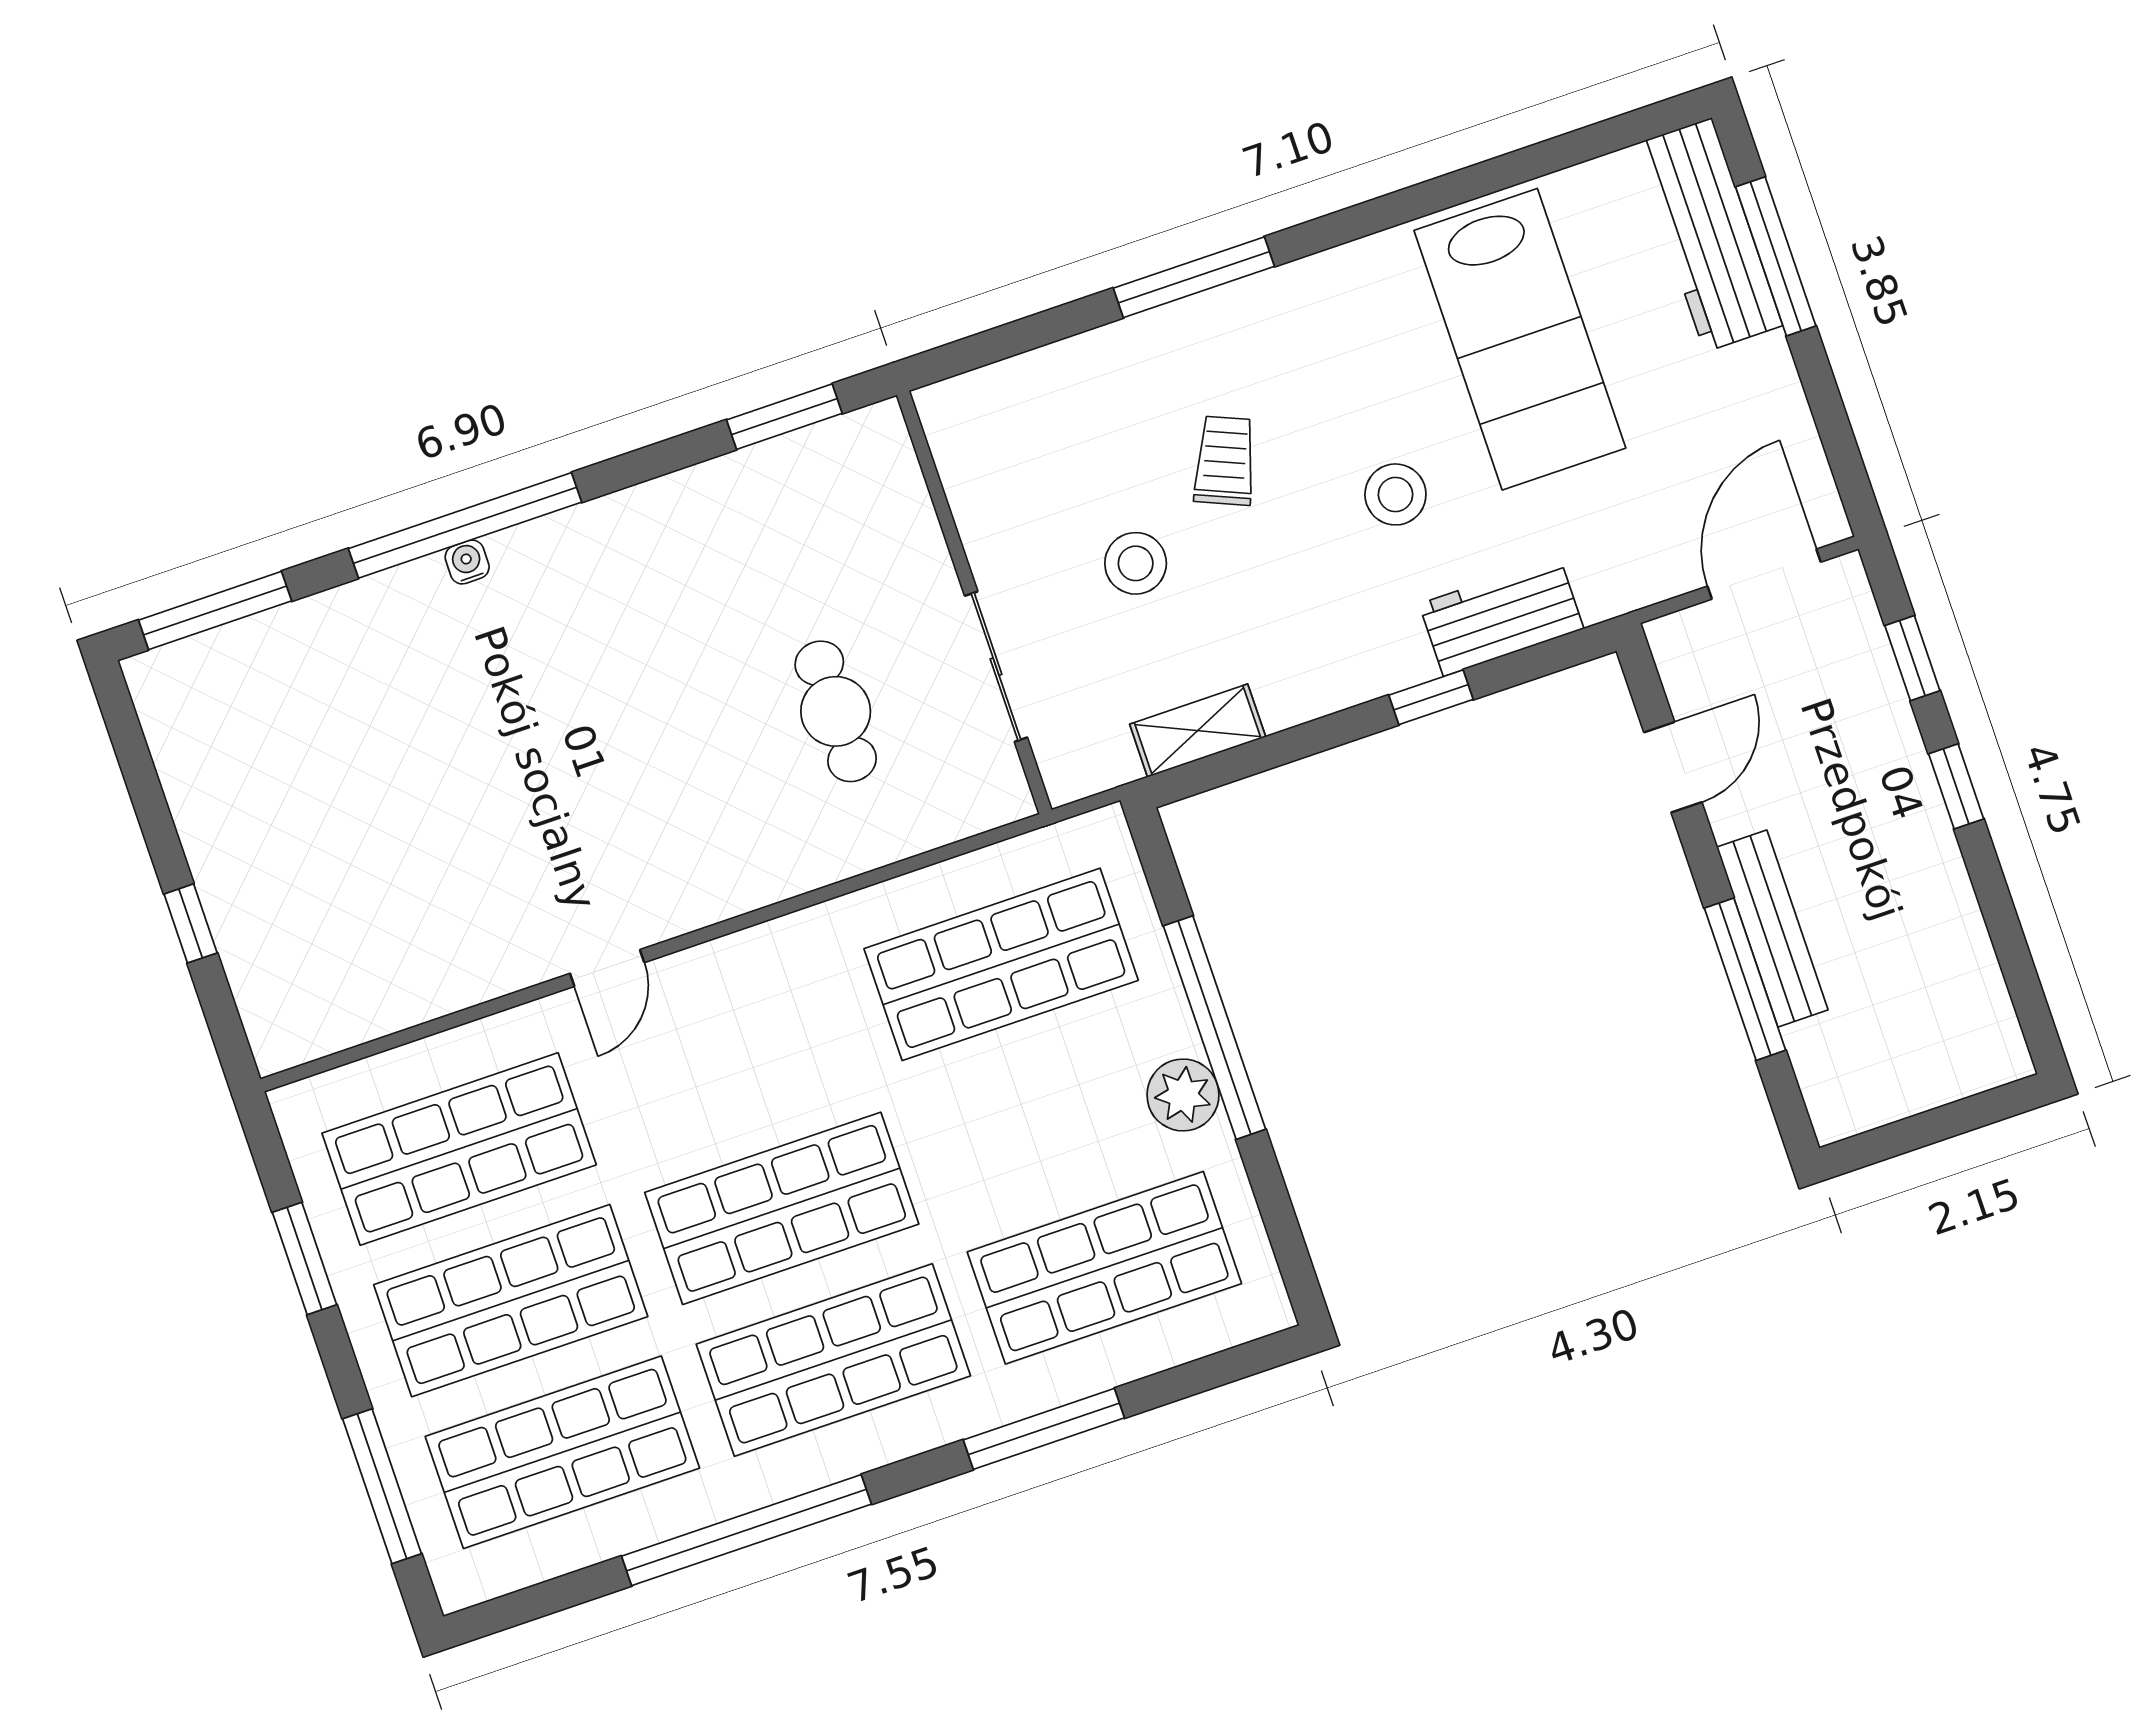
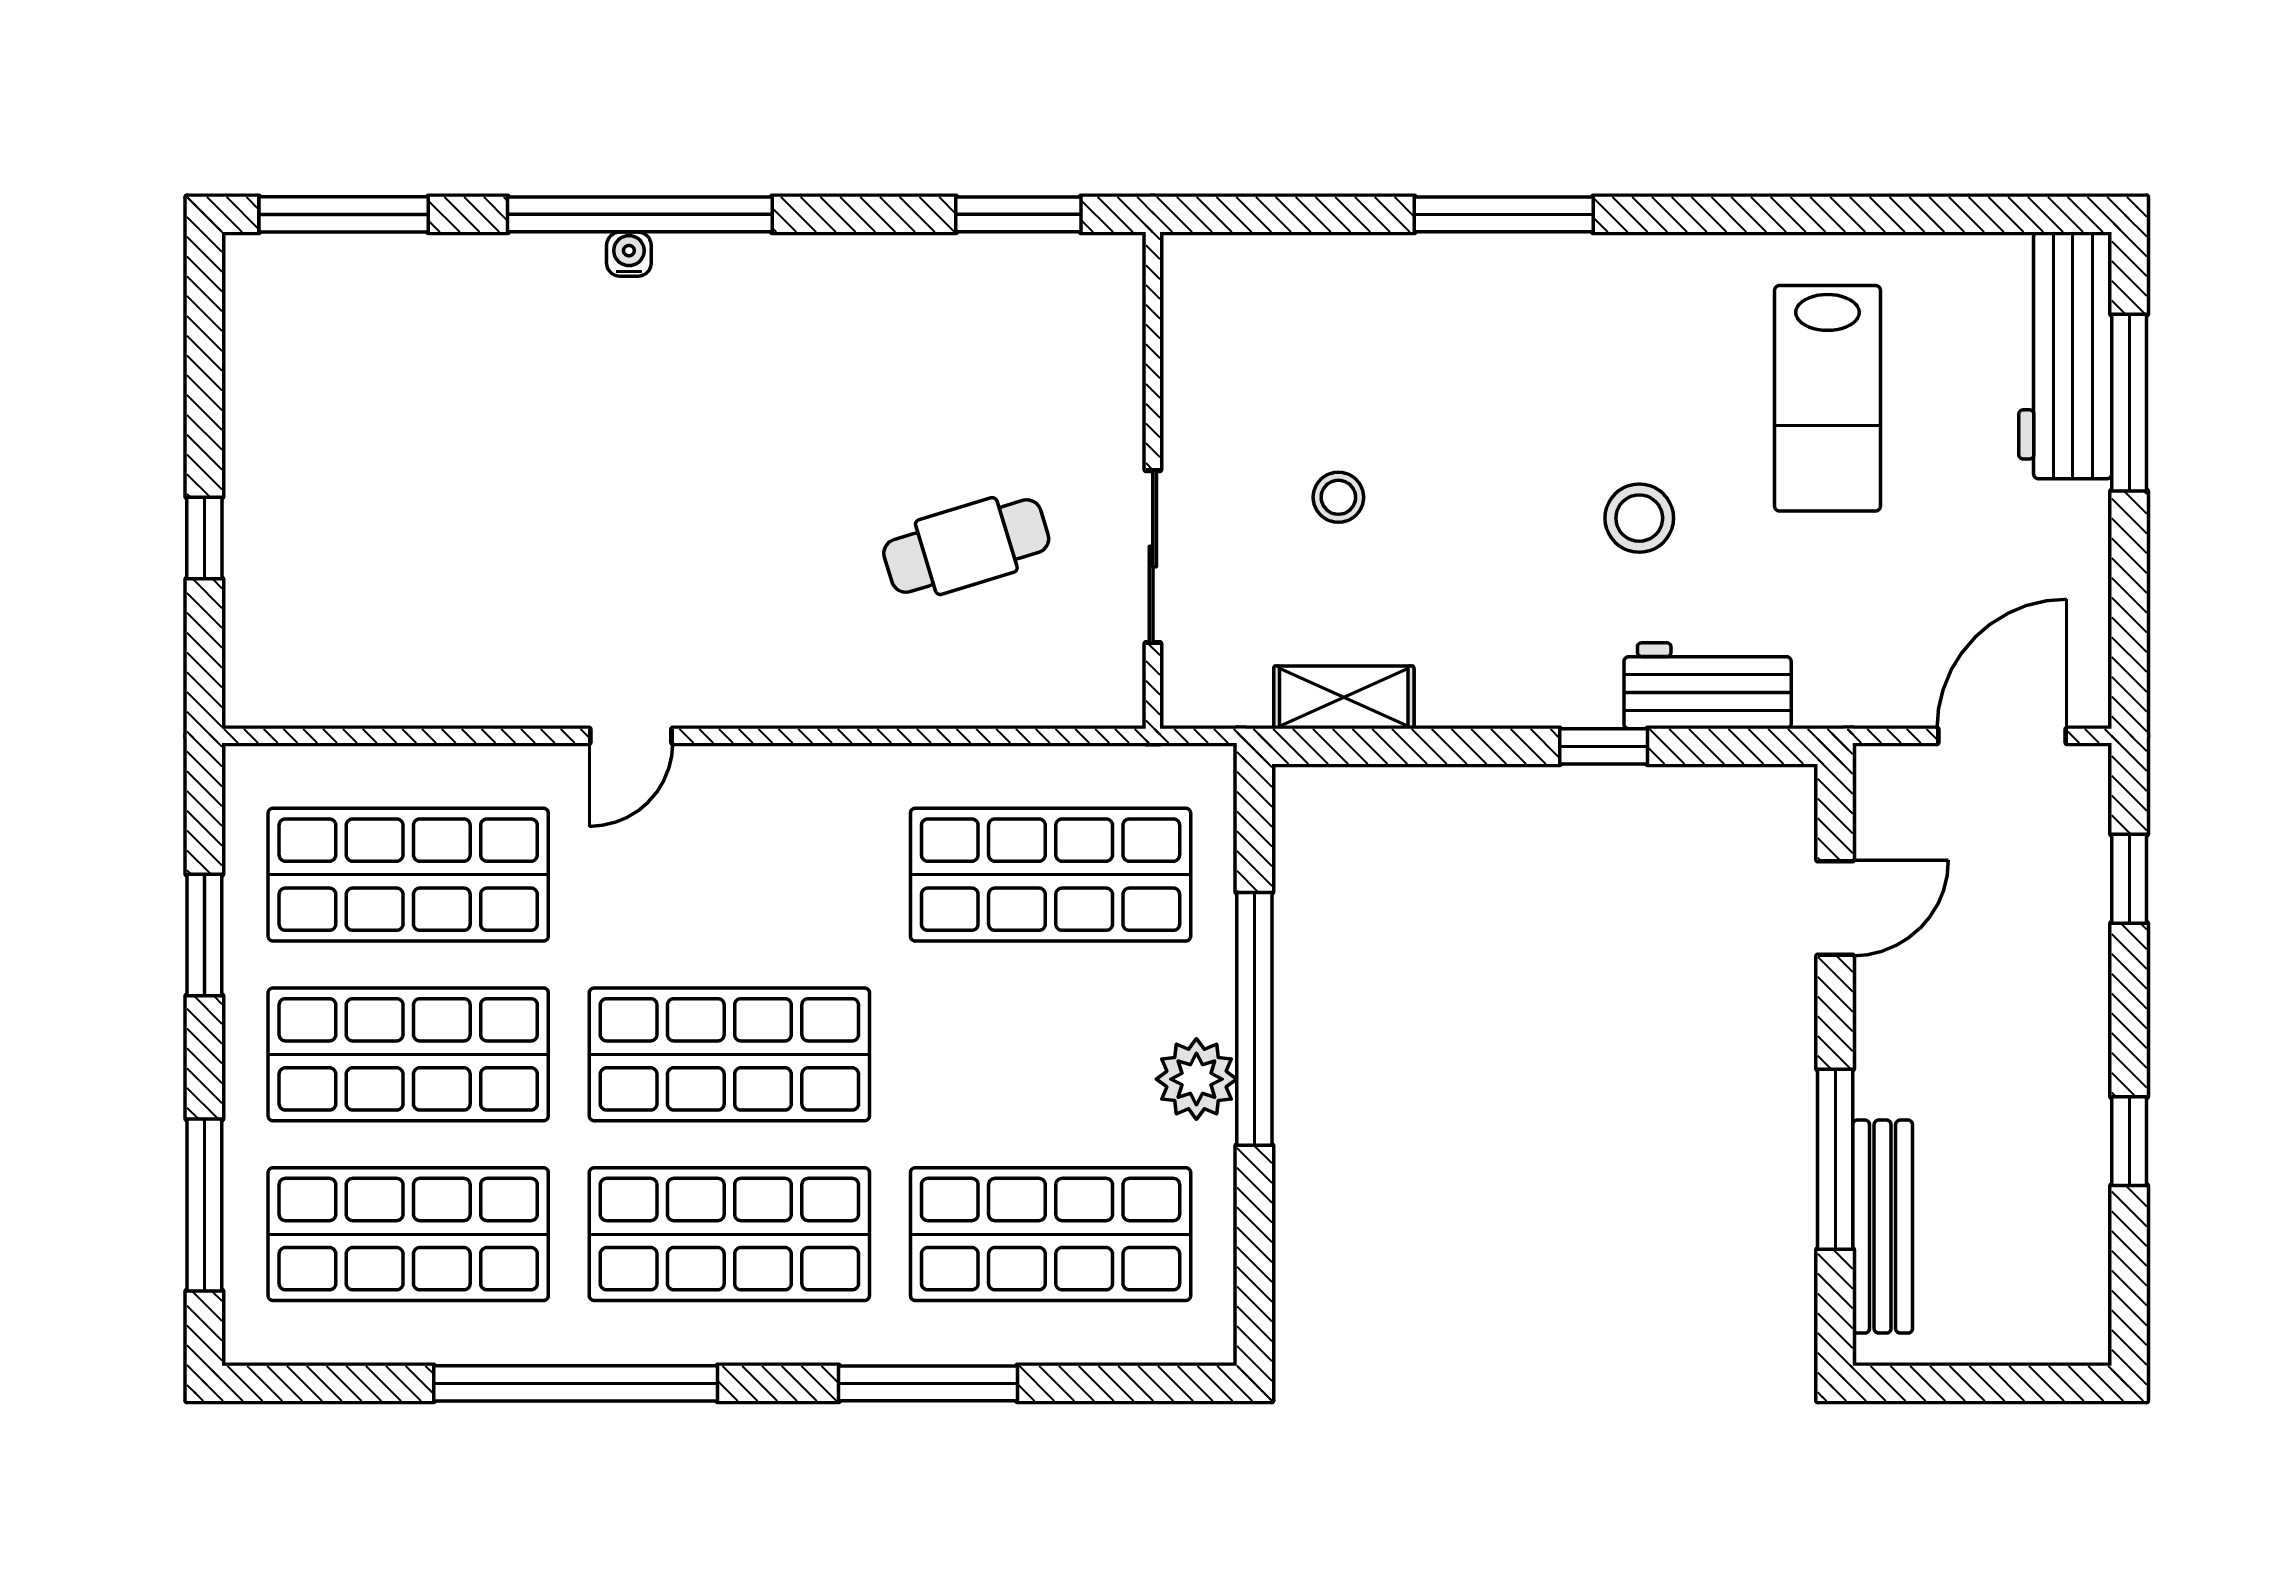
lab bench: (1520, 339) -> (1827, 398), width x0.73, depth x0.72
trolley: (1225, 461) -> (1470, 421), removed
stool: (1136, 563) -> (1338, 497), width x0.73, depth x0.73
cafe table: (836, 711) -> (966, 546), turned 73
window: (1956, 786) -> (2129, 1141), moved
bench: (1772, 928) -> (1883, 1227), moved

